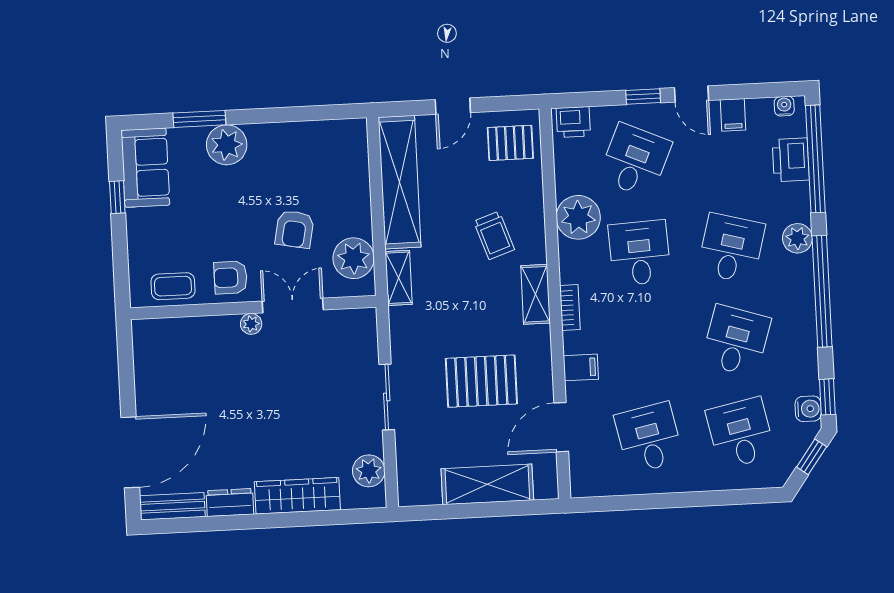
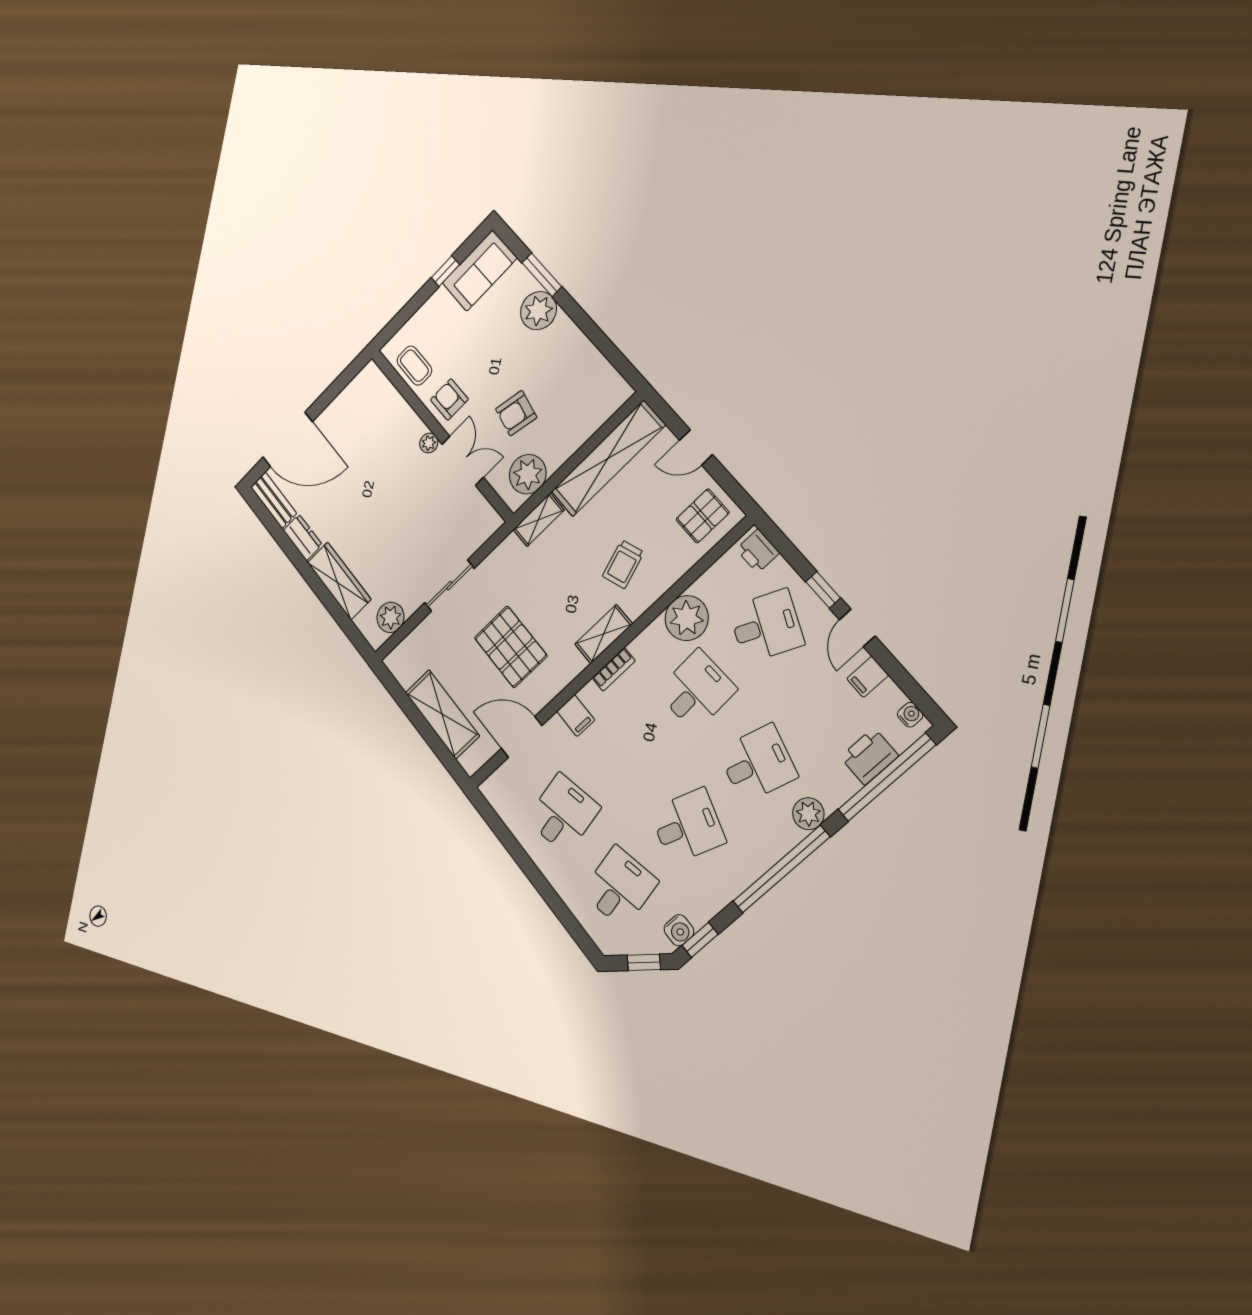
pallet: (510, 143) -> (703, 516), turned 90

